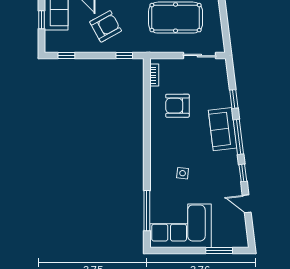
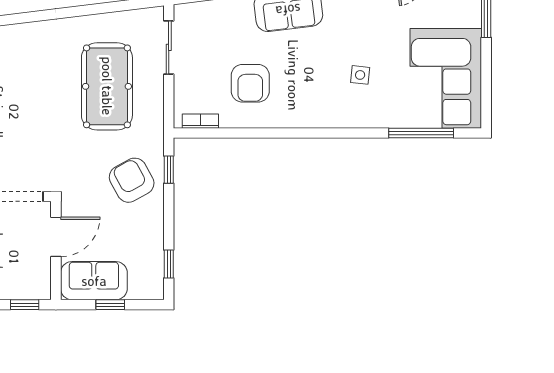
armchair: (106, 26) -> (132, 180), moved

